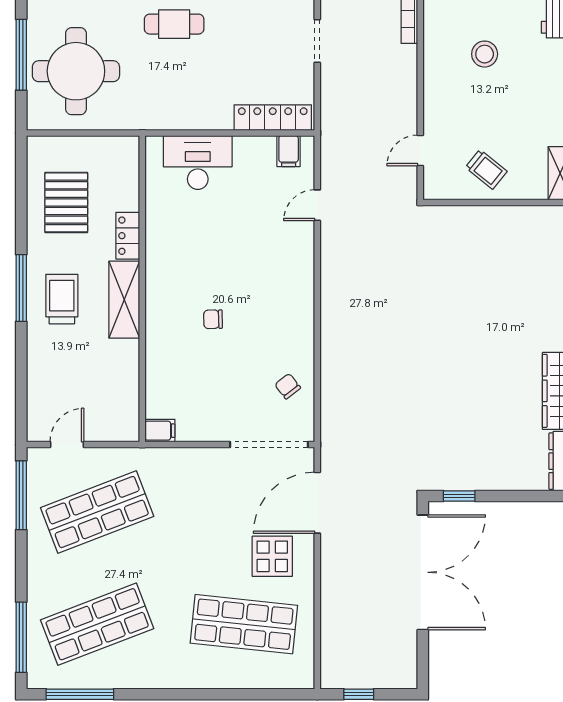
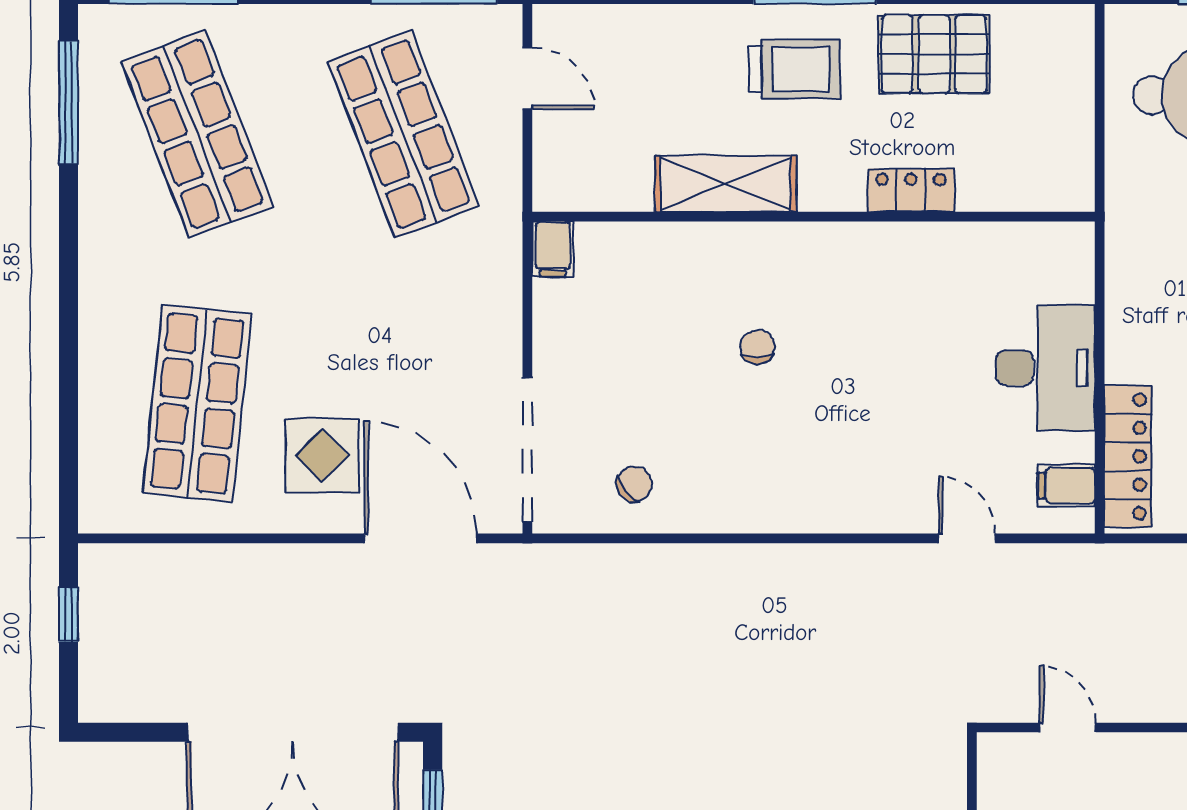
desk: (198, 162) -> (1045, 368), moved
pallet: (66, 202) -> (934, 54), moved
shelving: (124, 300) -> (726, 184), moved

